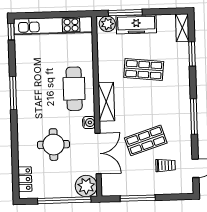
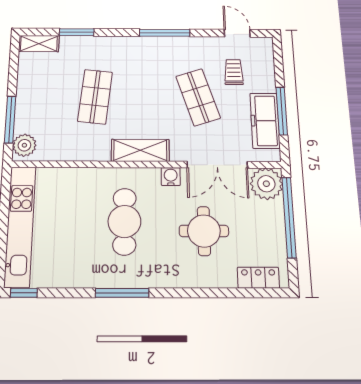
freezer: (136, 24) -> (265, 121), moved, turned 180
cafe table: (74, 89) -> (124, 221), moved, turned 90
double door: (98, 153) -> (217, 165), swing flipped

